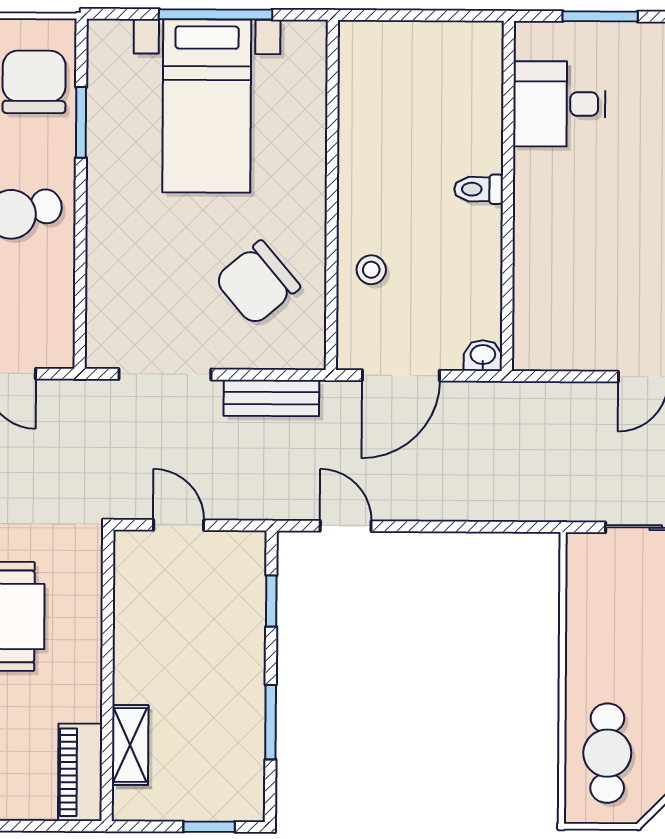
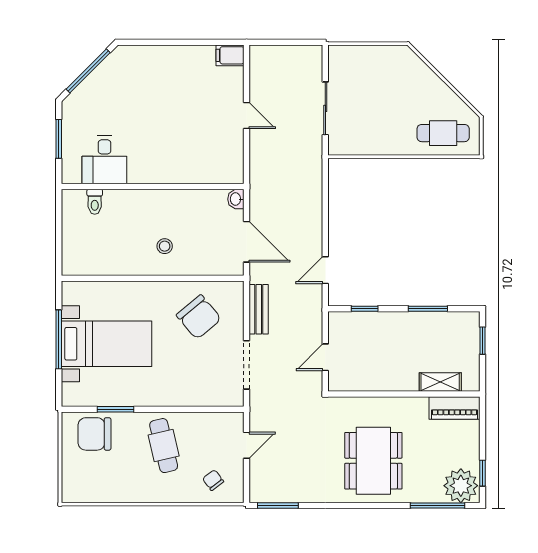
toilet: (479, 189) -> (95, 202), moved
stool: (371, 270) -> (165, 246), moved

